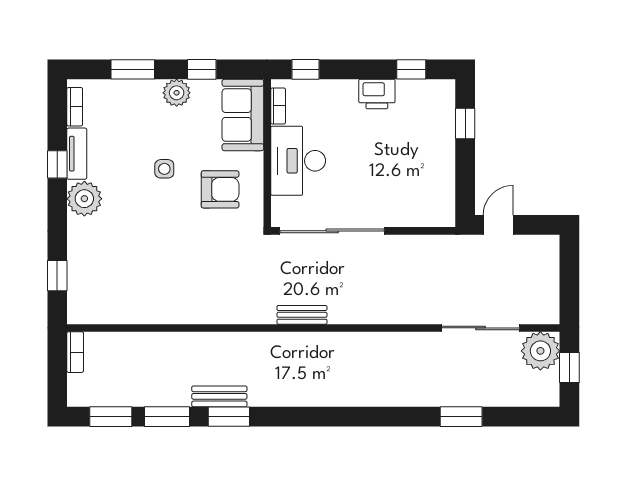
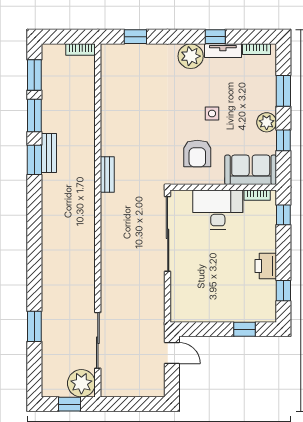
bench: (302, 315) -> (107, 175), moved

